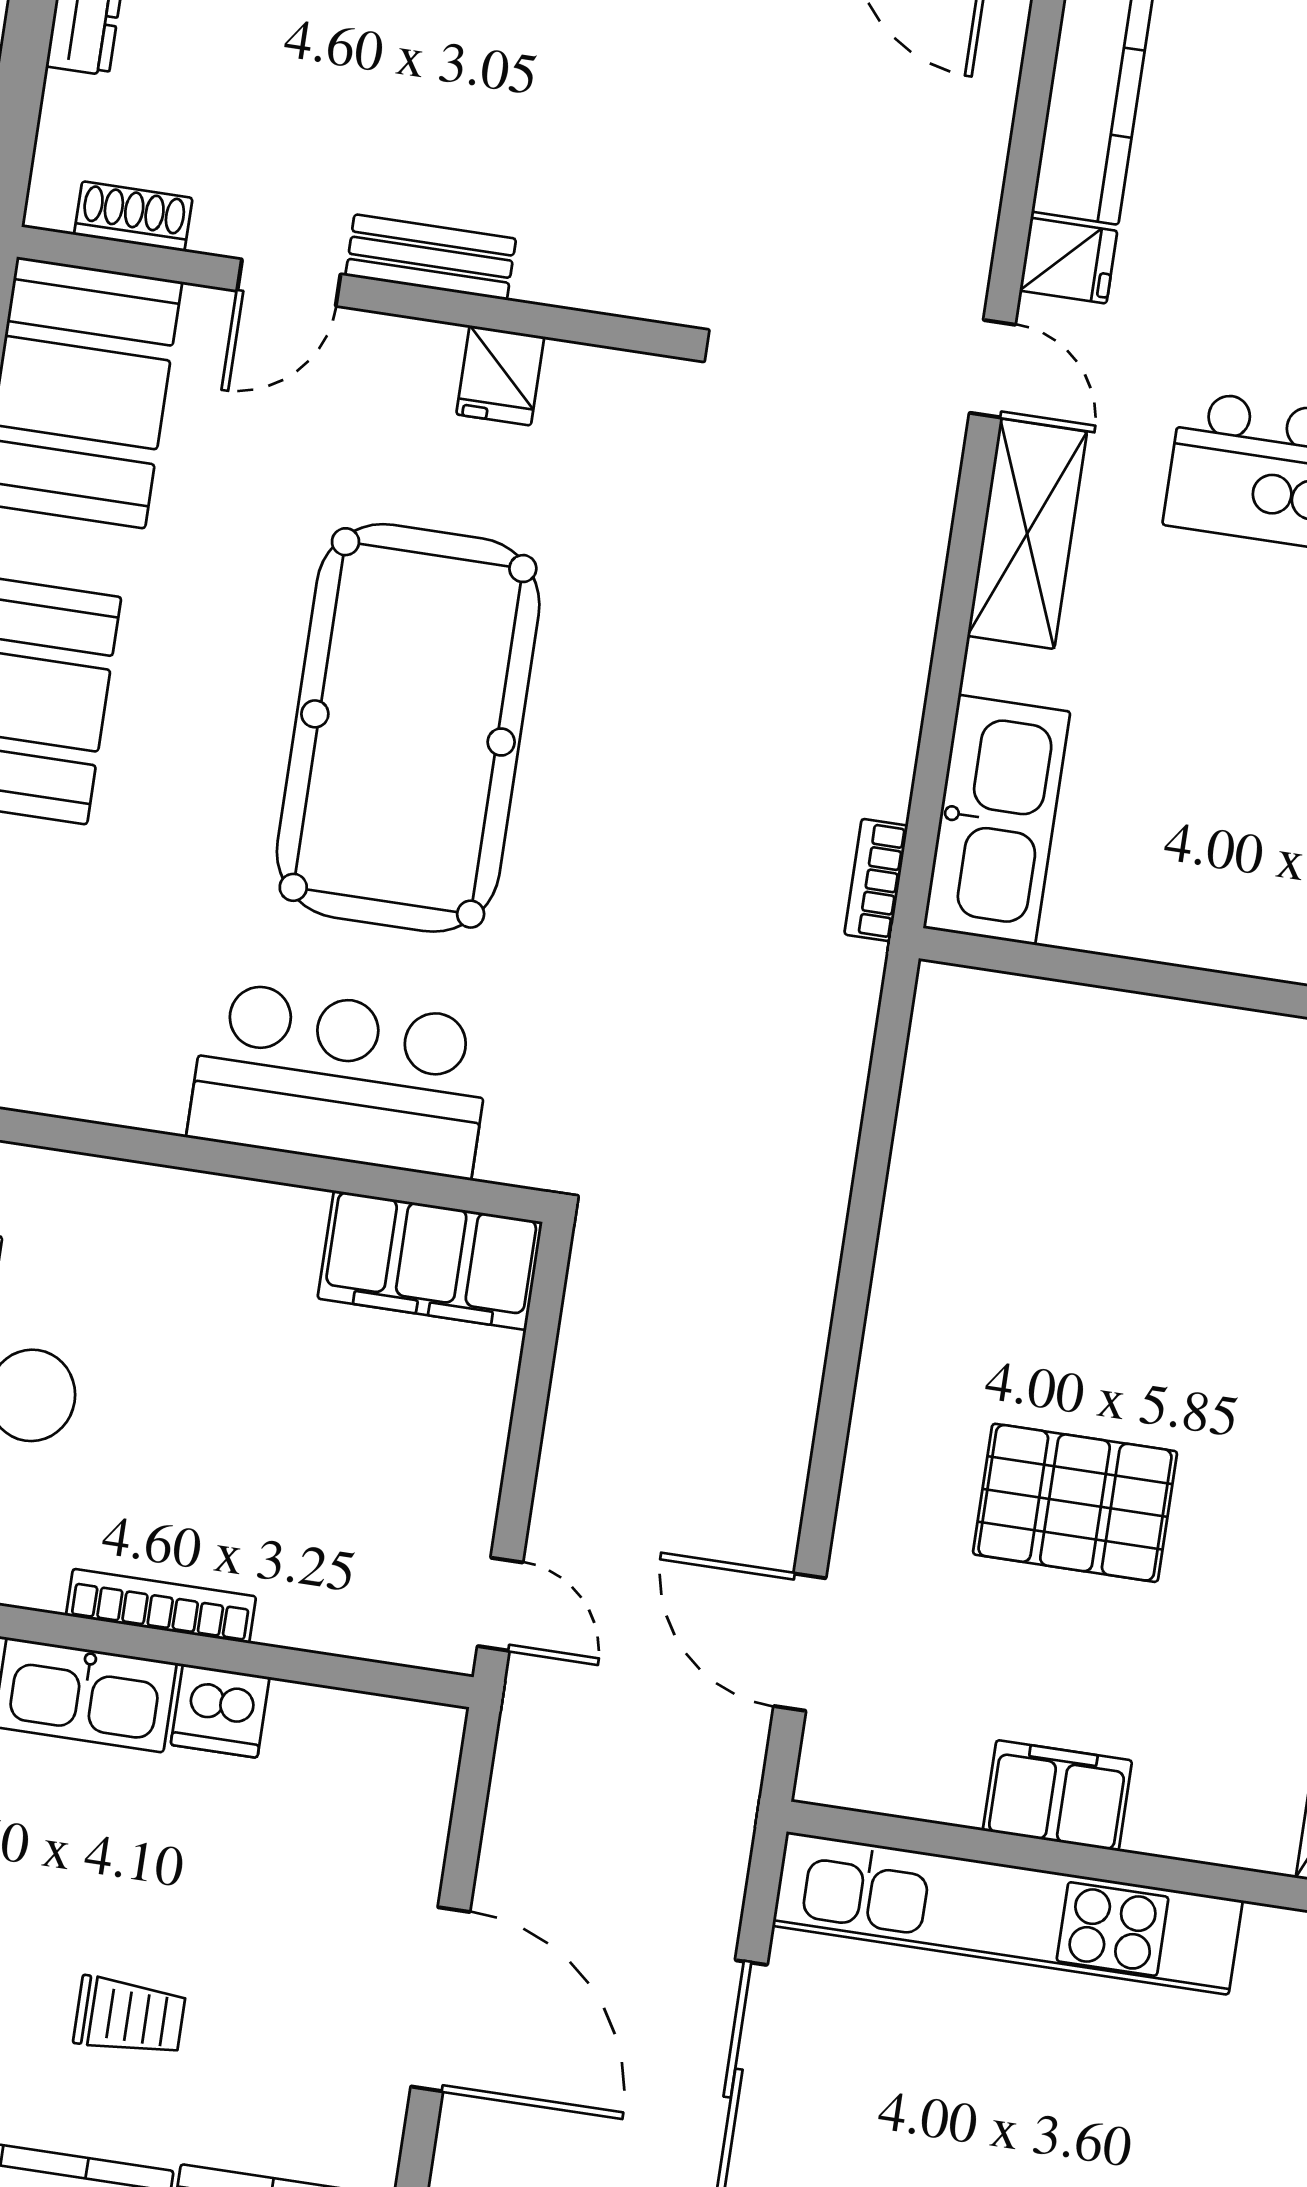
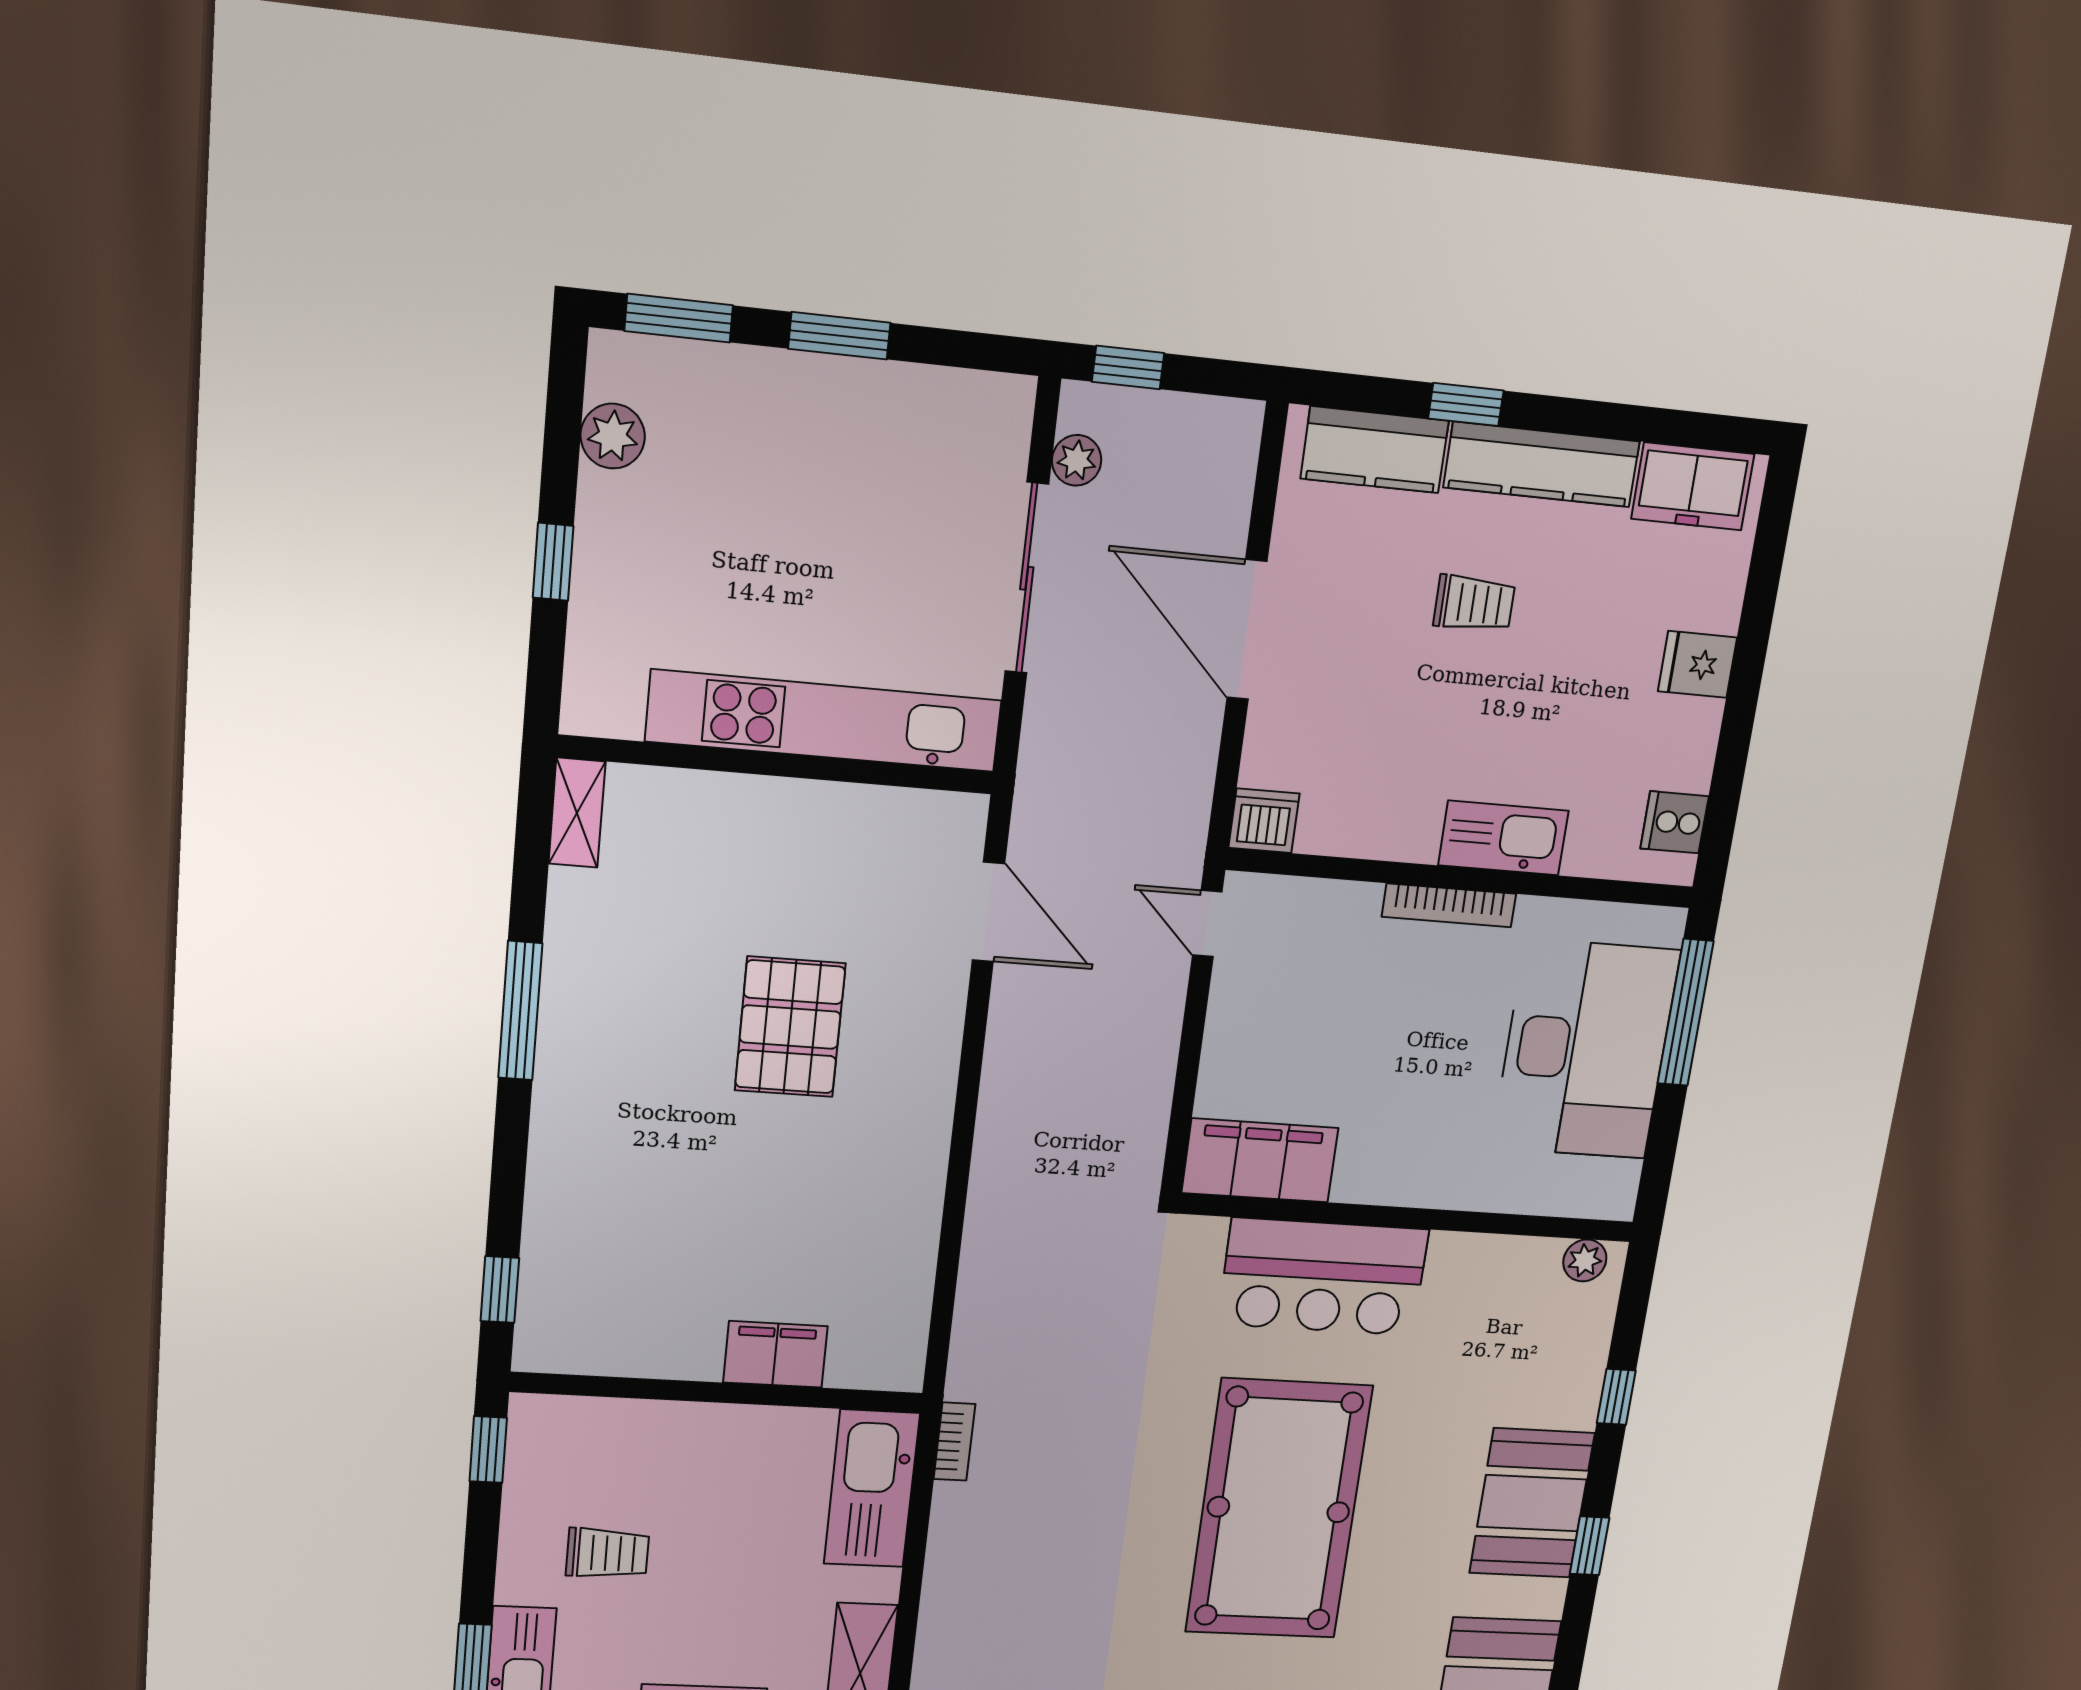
pallet: (1075, 1503) -> (790, 1027), turned 90
dishwasher: (220, 1711) -> (1264, 821), moved
filing cabinet: (1057, 1796) -> (775, 1354), moved, turned 180
trolley: (130, 2016) -> (1474, 603), turned 180

